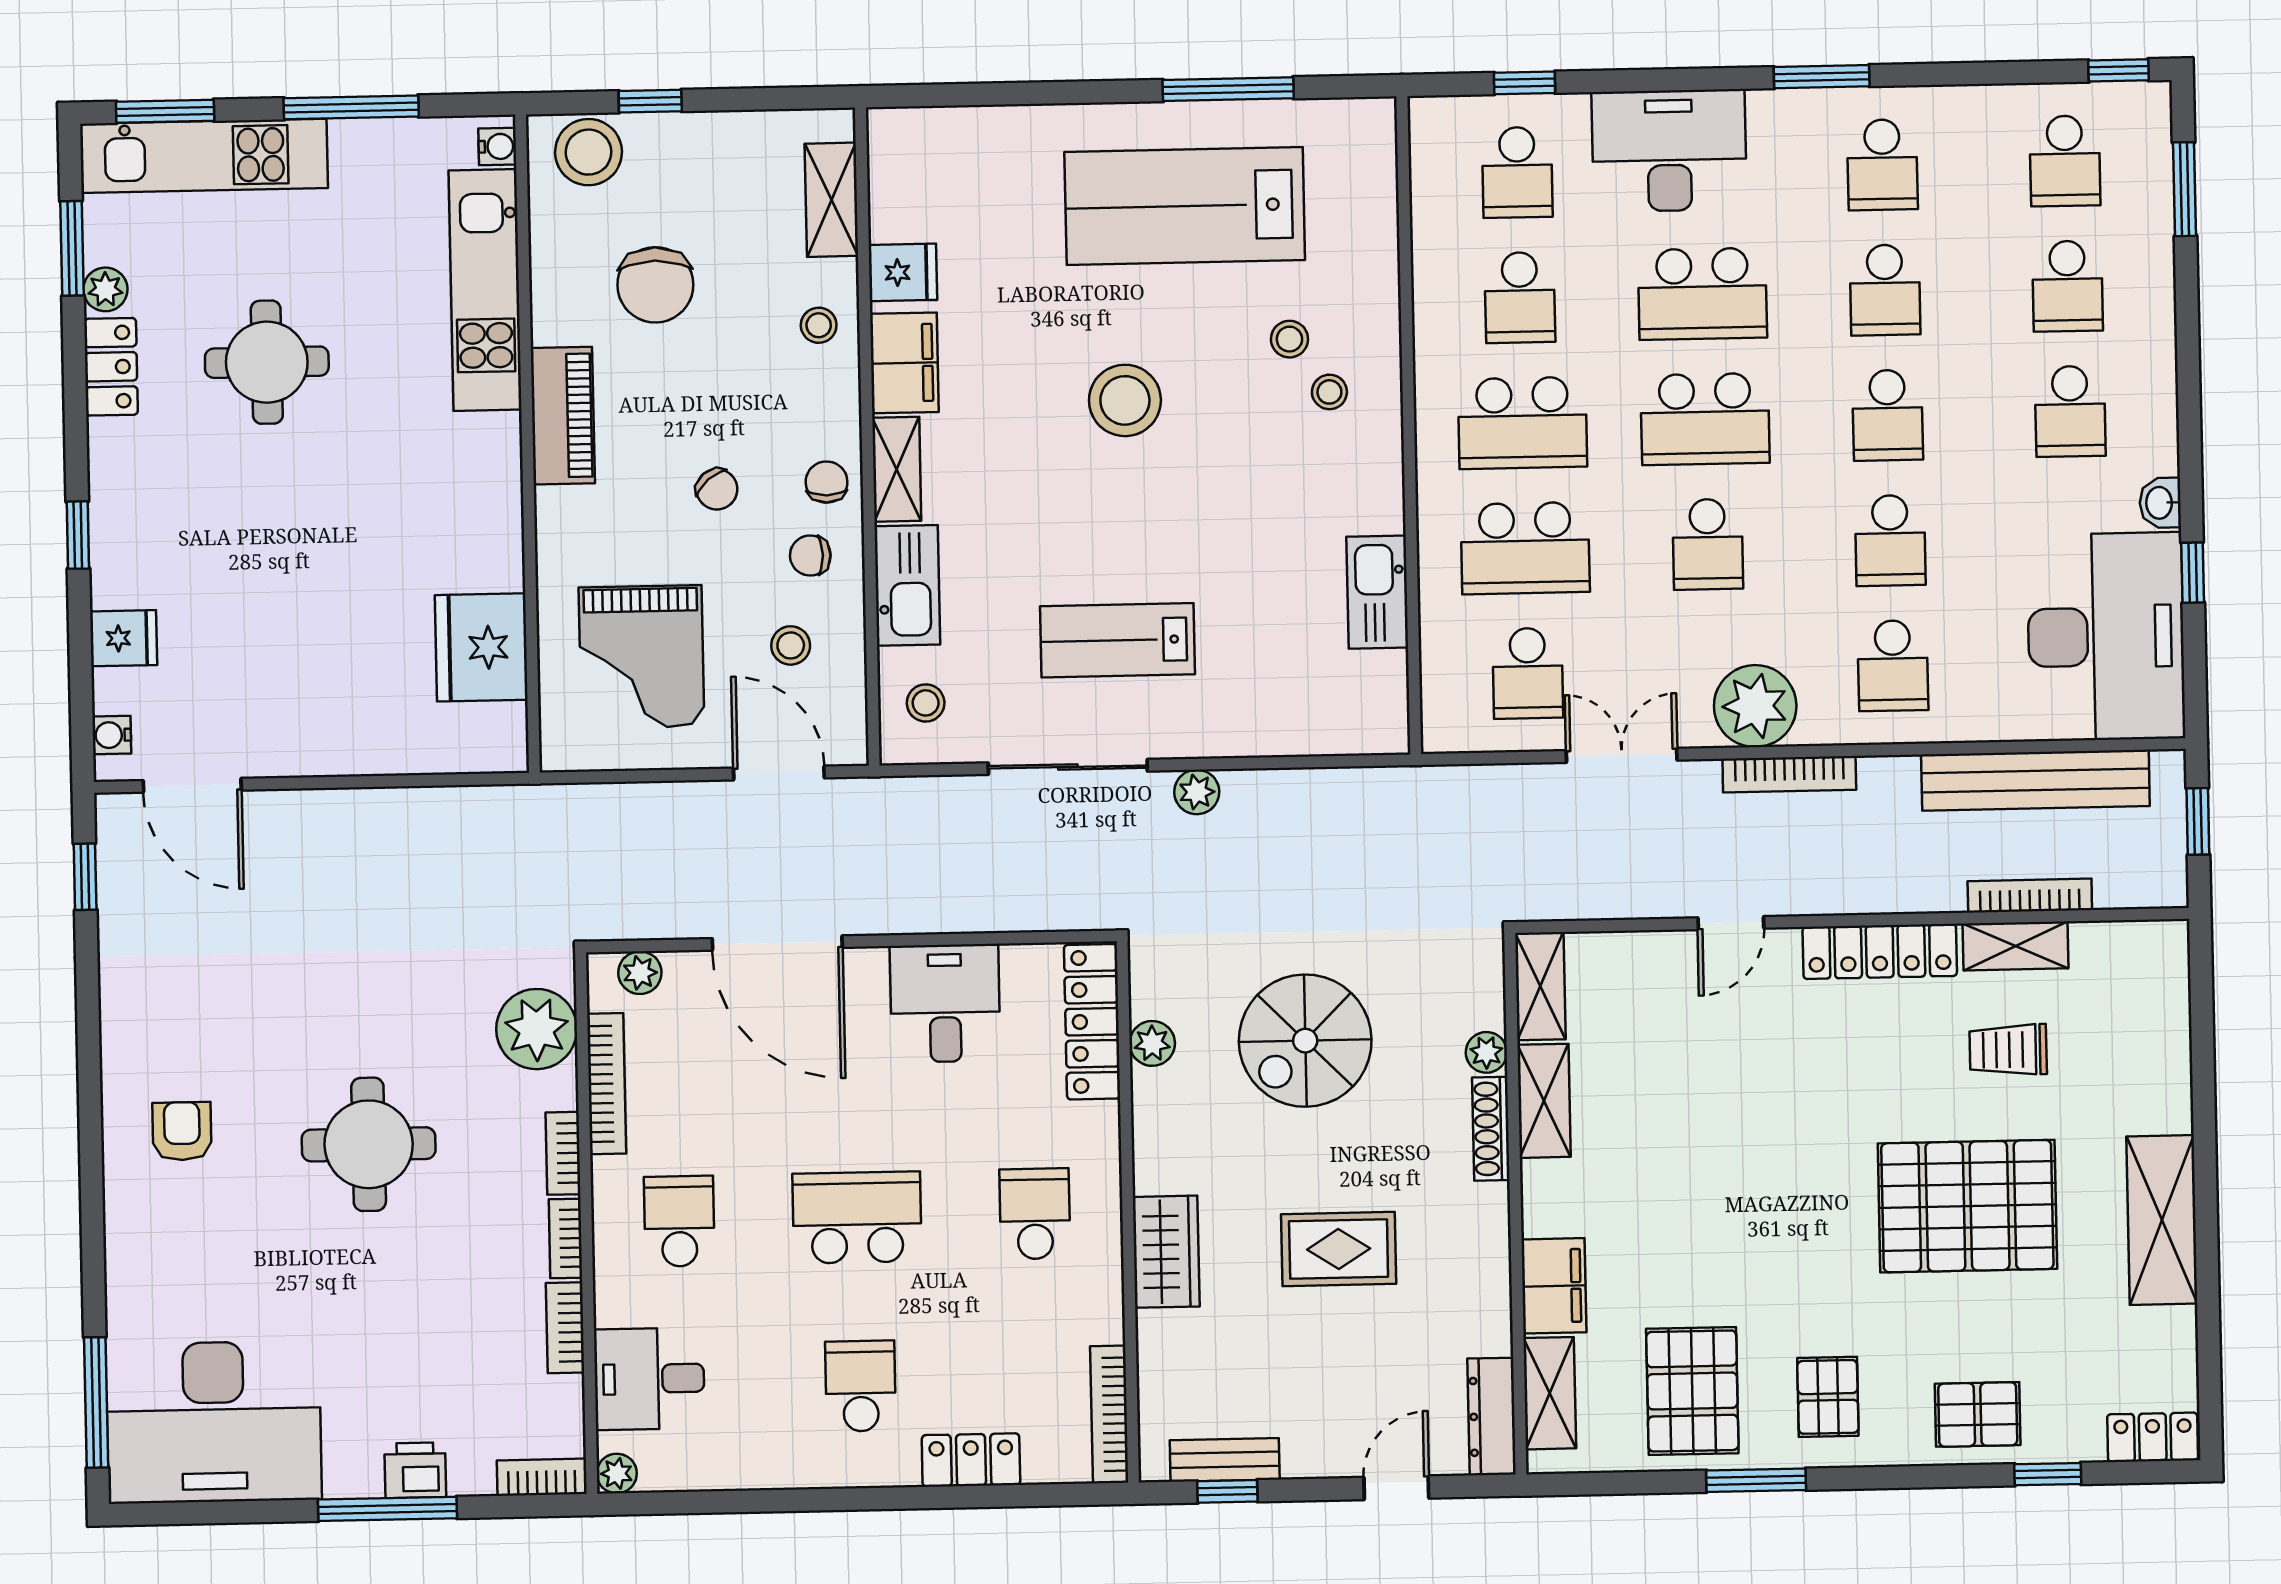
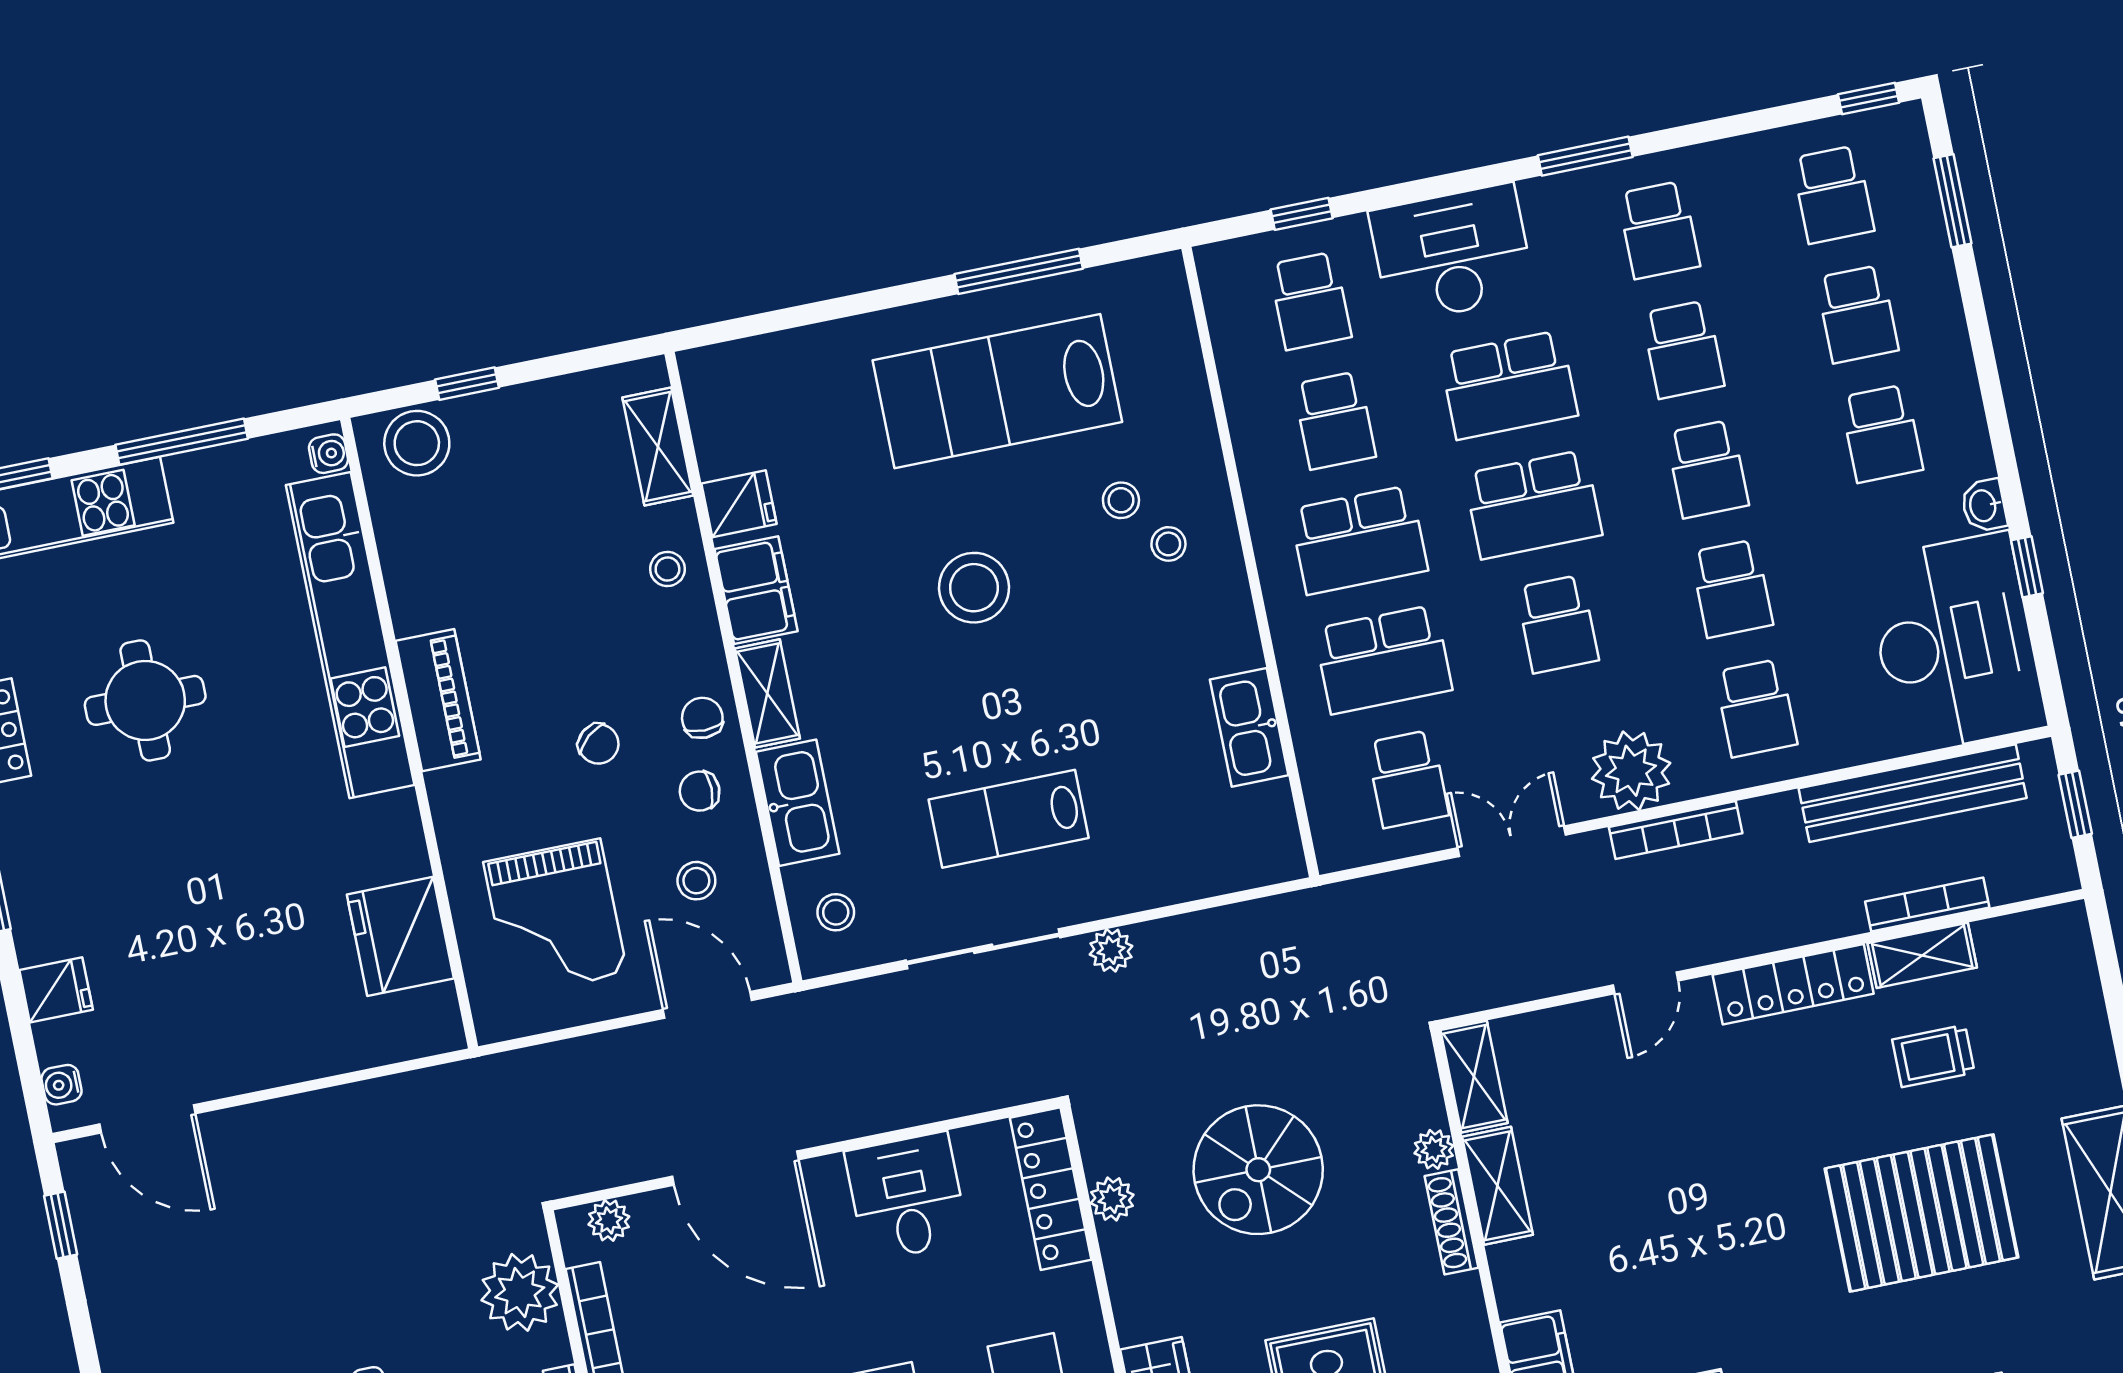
chair: (655, 285) -> (504, 559), removed
kitchen unit: (485, 290) -> (350, 635), width x1.36

